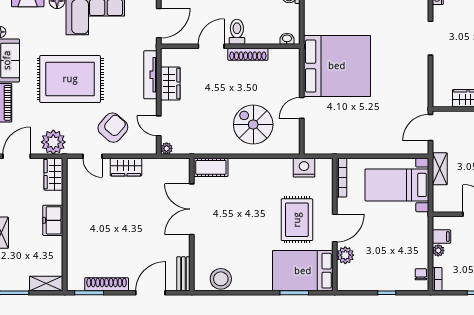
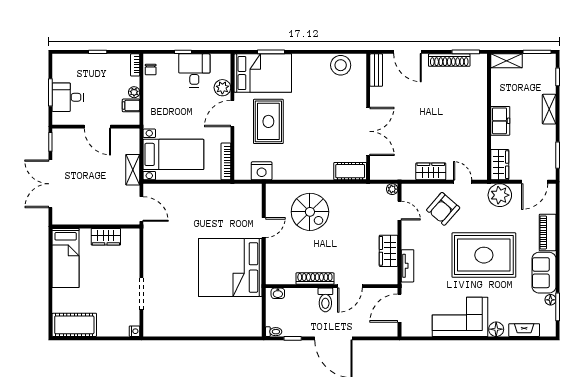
tv unit: (150, 75) -> (408, 266), width x0.71
door: (431, 128) -> (141, 209), hinge flipped
desk: (375, 273) -> (194, 70), added
door: (150, 293) -> (408, 52), hinge flipped

